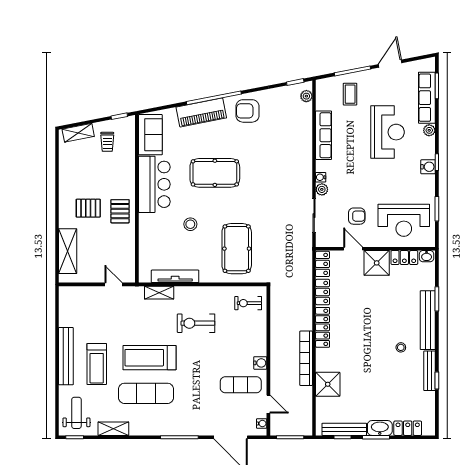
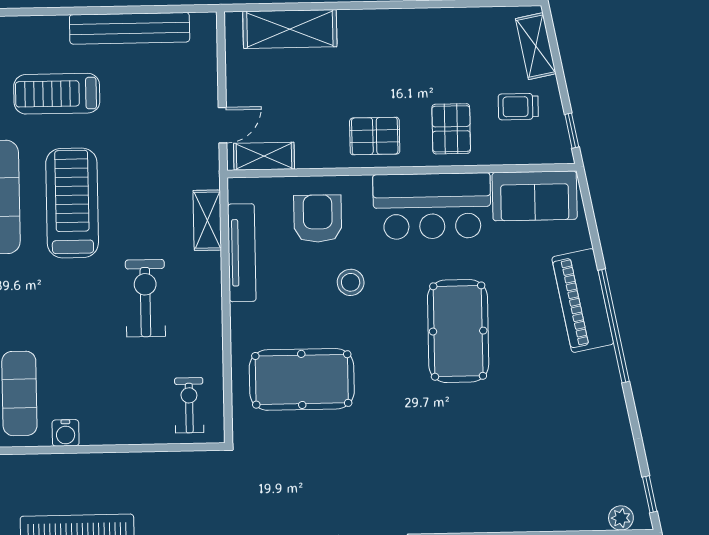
armchair: (247, 111) -> (318, 219), moved
pallet: (88, 208) -> (451, 129), moved
shelving: (129, 265) -> (264, 156), added
bench: (66, 356) -> (130, 28), moved

